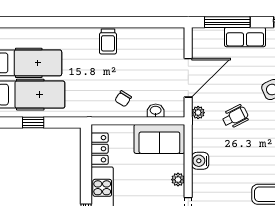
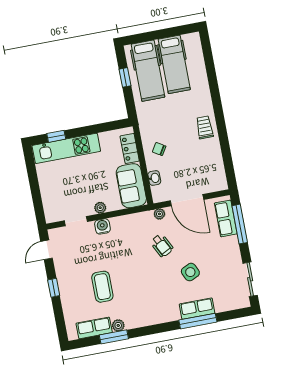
row of seats: (245, 37) -> (226, 218), moved
trolley: (108, 42) -> (205, 127), turned 90
locker: (100, 149) -> (130, 148), moved, turned 90
water cooler: (200, 161) -> (102, 226), moved

